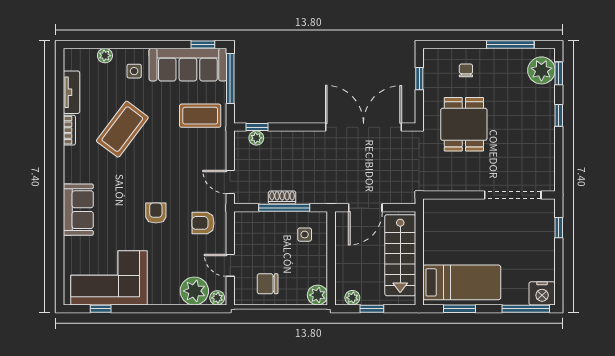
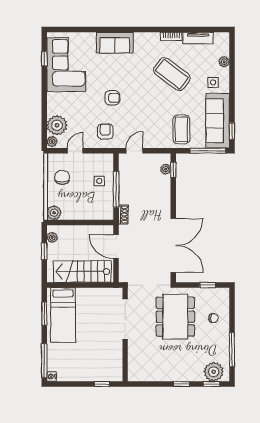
dining table: (464, 124) -> (175, 317), width x1.37
doorway: (513, 195) -> (125, 319), moved
shoe rack: (282, 198) -> (123, 215), moved
side table: (305, 235) -> (99, 181), moved
nightstand: (542, 293) -> (52, 377), width x0.53, depth x0.56

